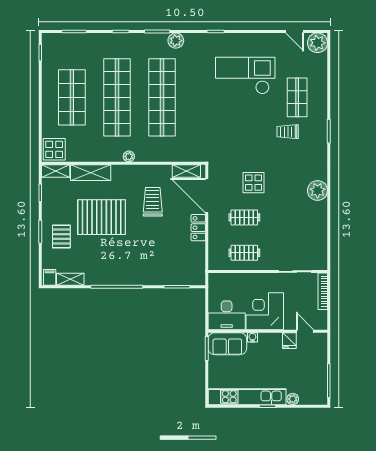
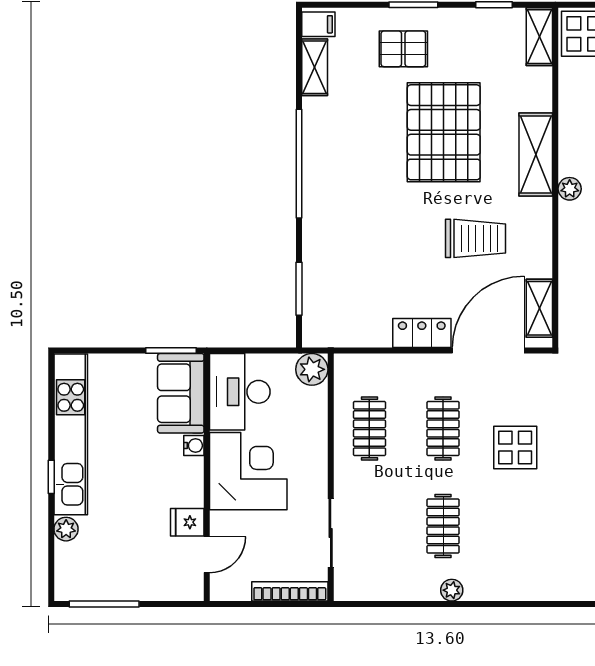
shelving: (91, 173) -> (536, 155), moved
plant: (318, 191) -> (452, 590), moved, width x0.53, depth x0.53
clothes rail: (291, 217) -> (443, 526), added
plant: (216, 281) -> (312, 369), added

